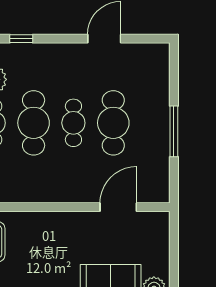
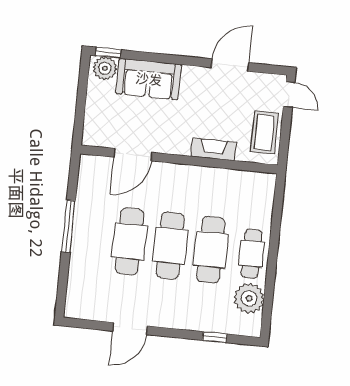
cafe table: (73, 123) -> (170, 246), width x1.37, depth x1.35
fireplace: (41, 220) -> (214, 149), added

